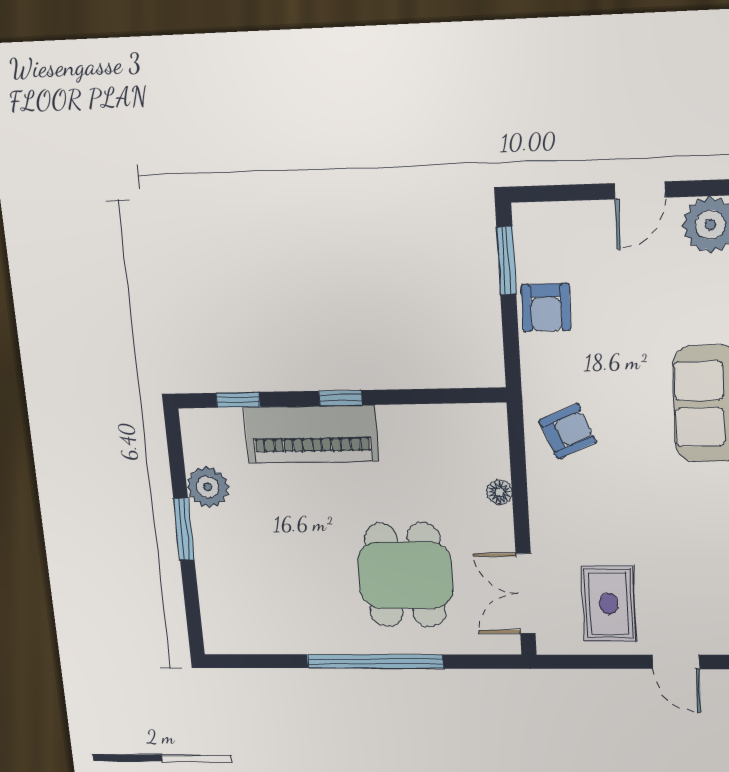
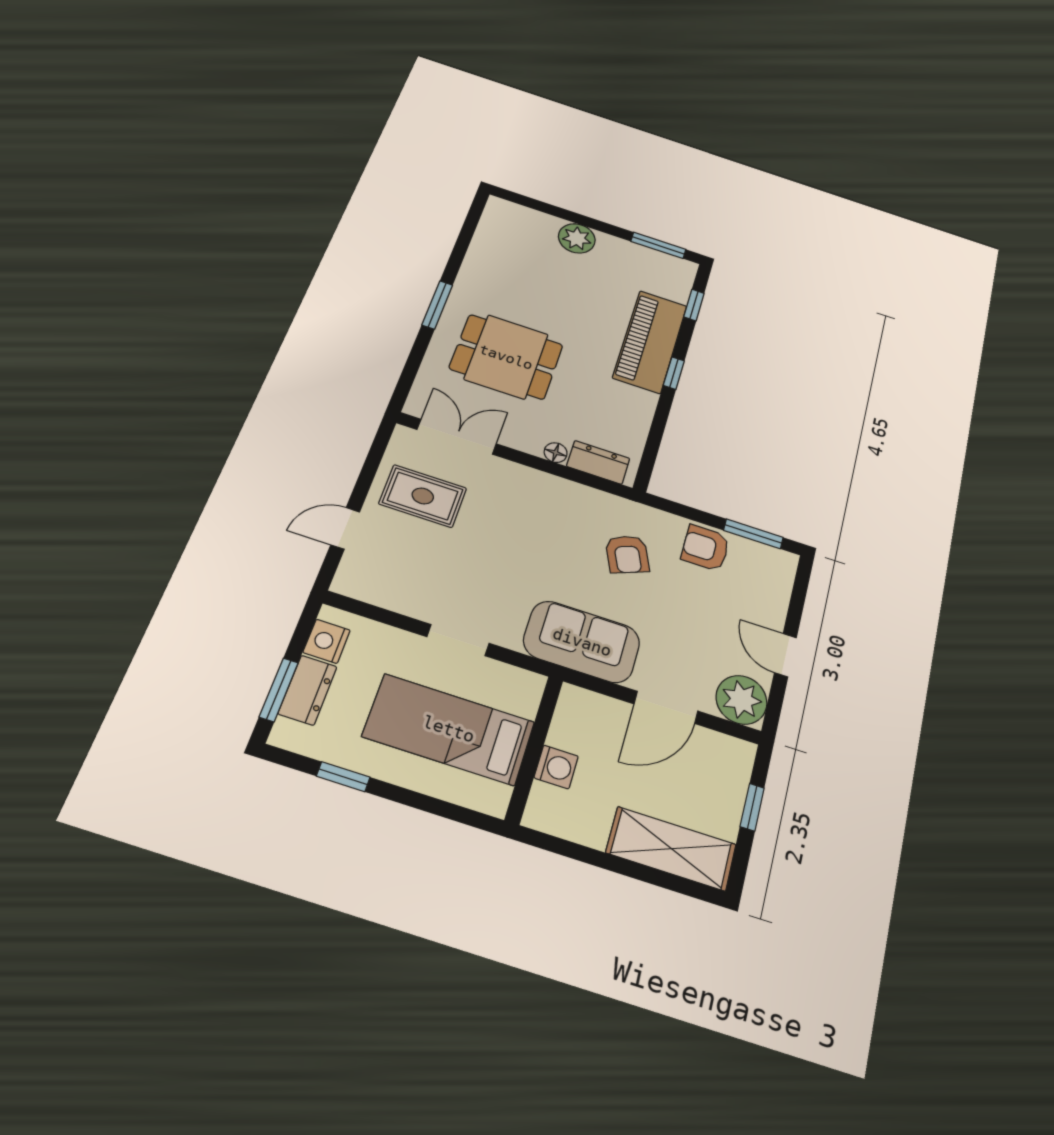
armchair: (568, 431) -> (627, 554), moved
dresser: (491, 446) -> (598, 462), added
plant: (208, 487) -> (577, 238), moved
window: (184, 529) -> (658, 245), moved
window: (375, 661) -> (437, 305), width x0.47

